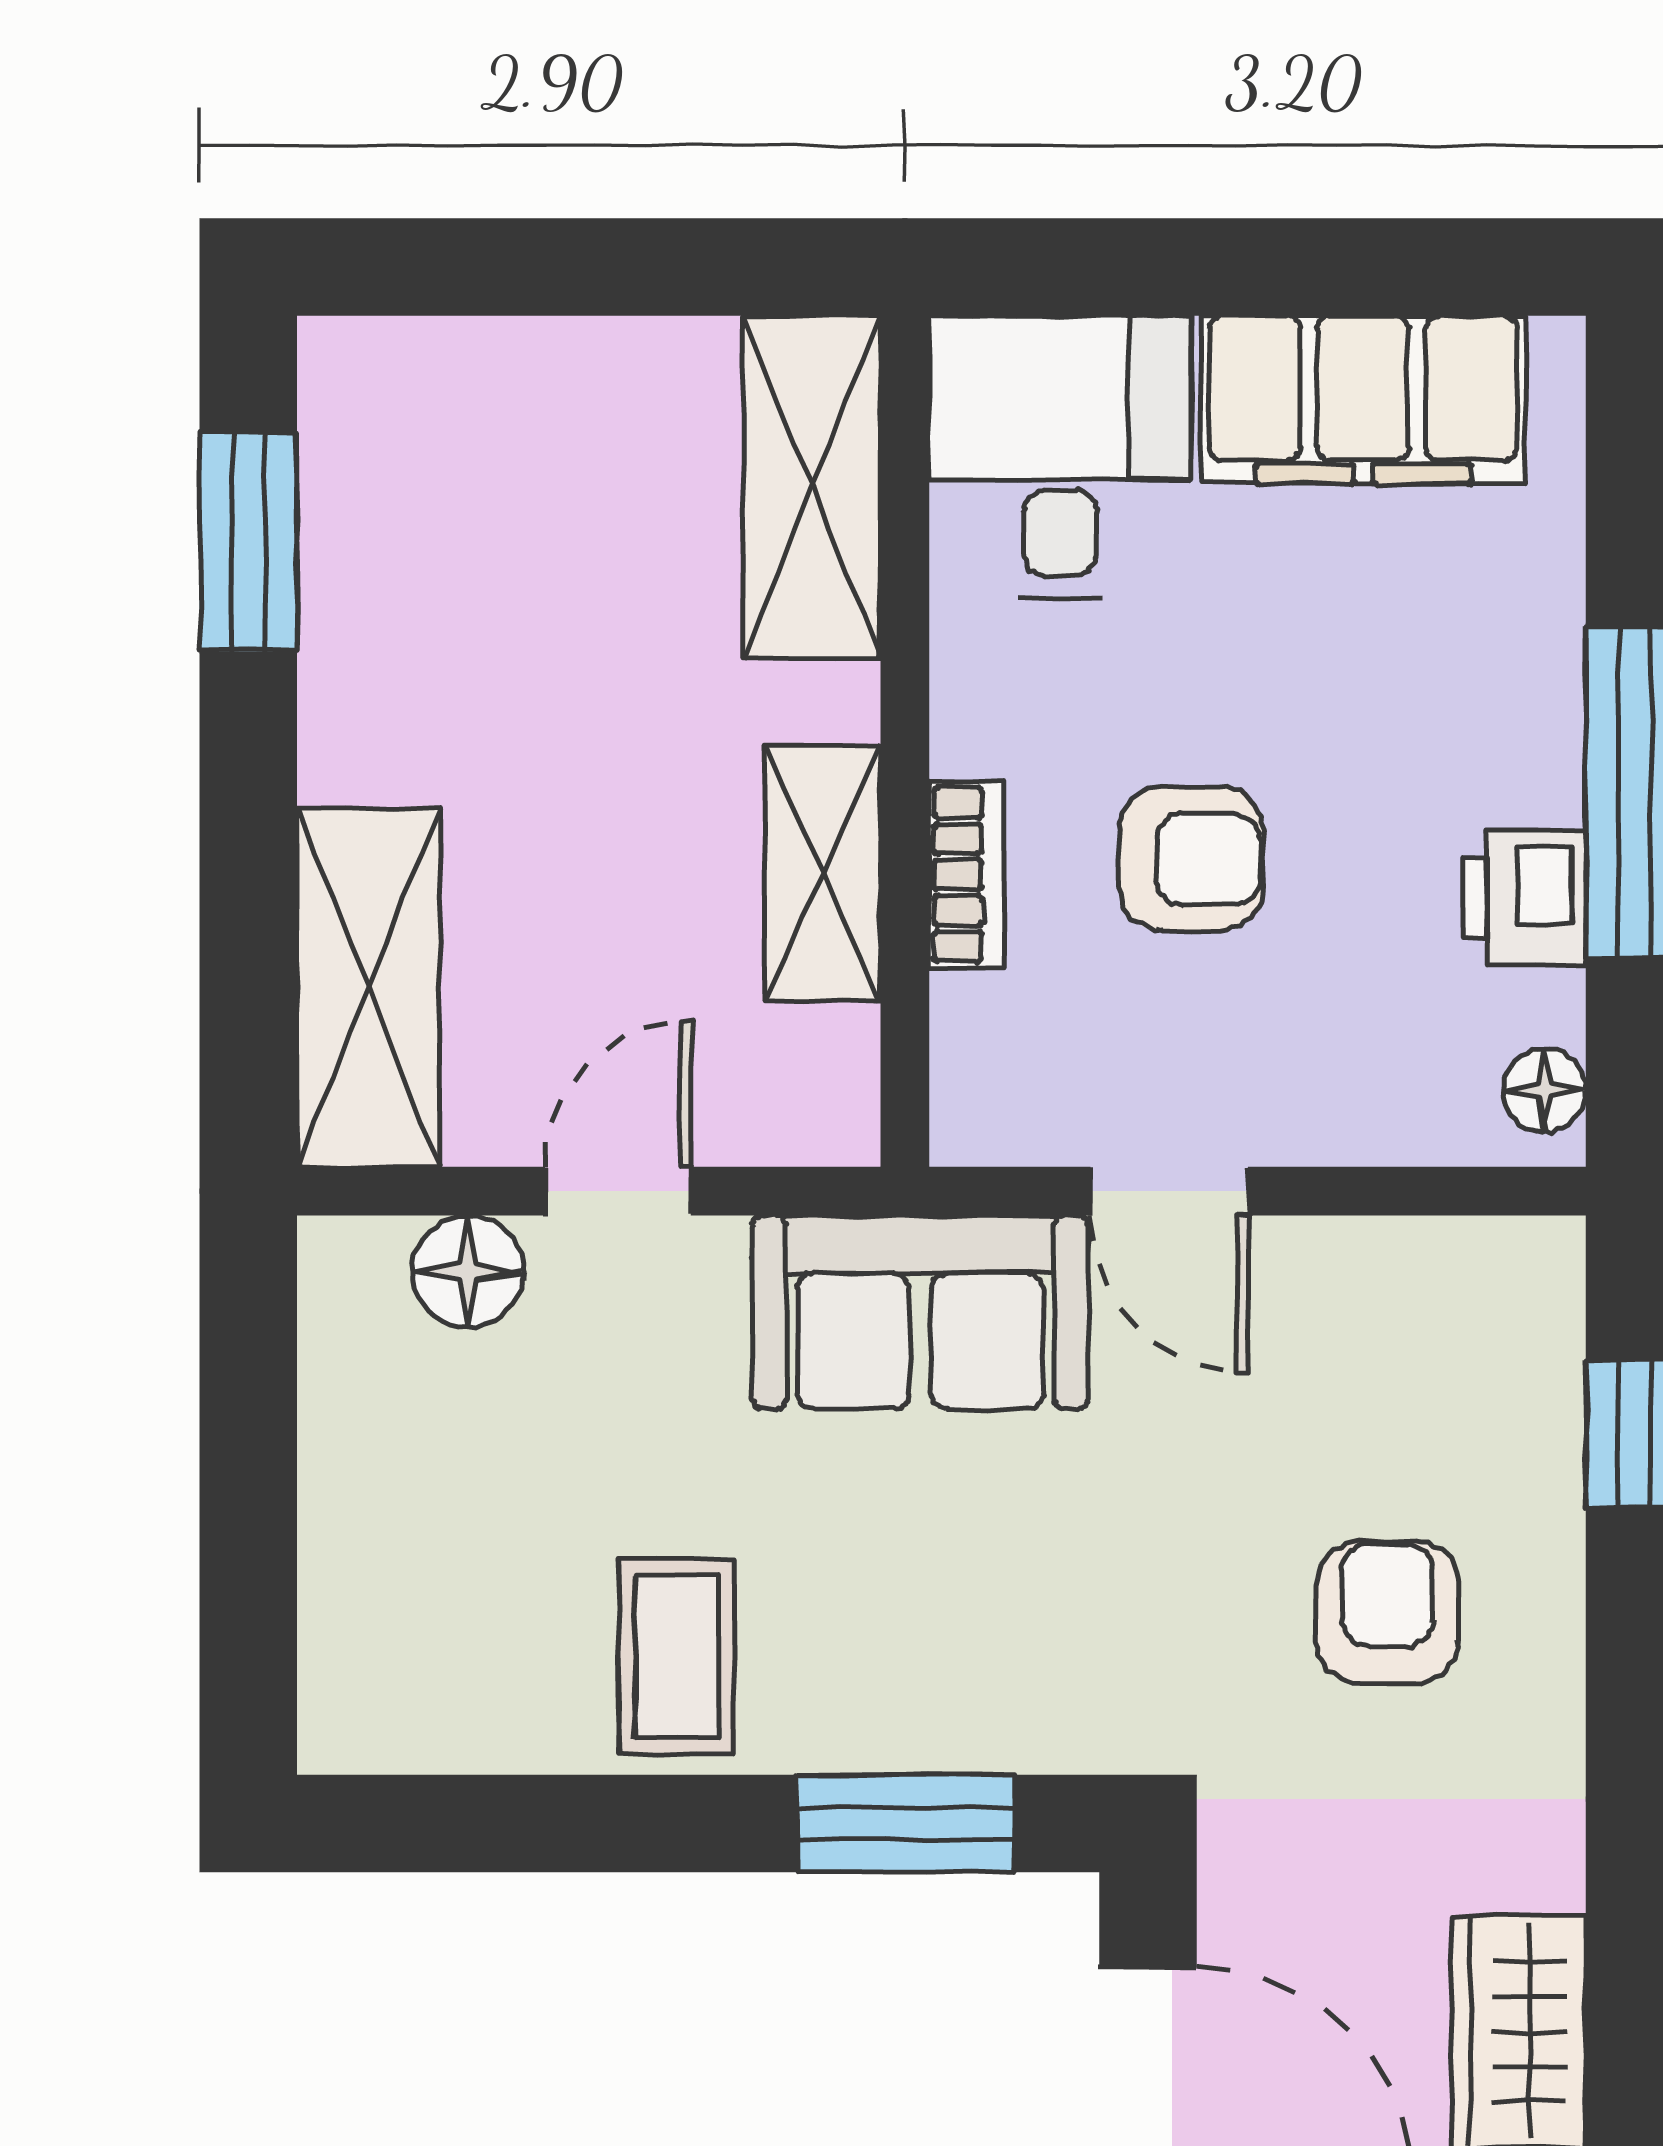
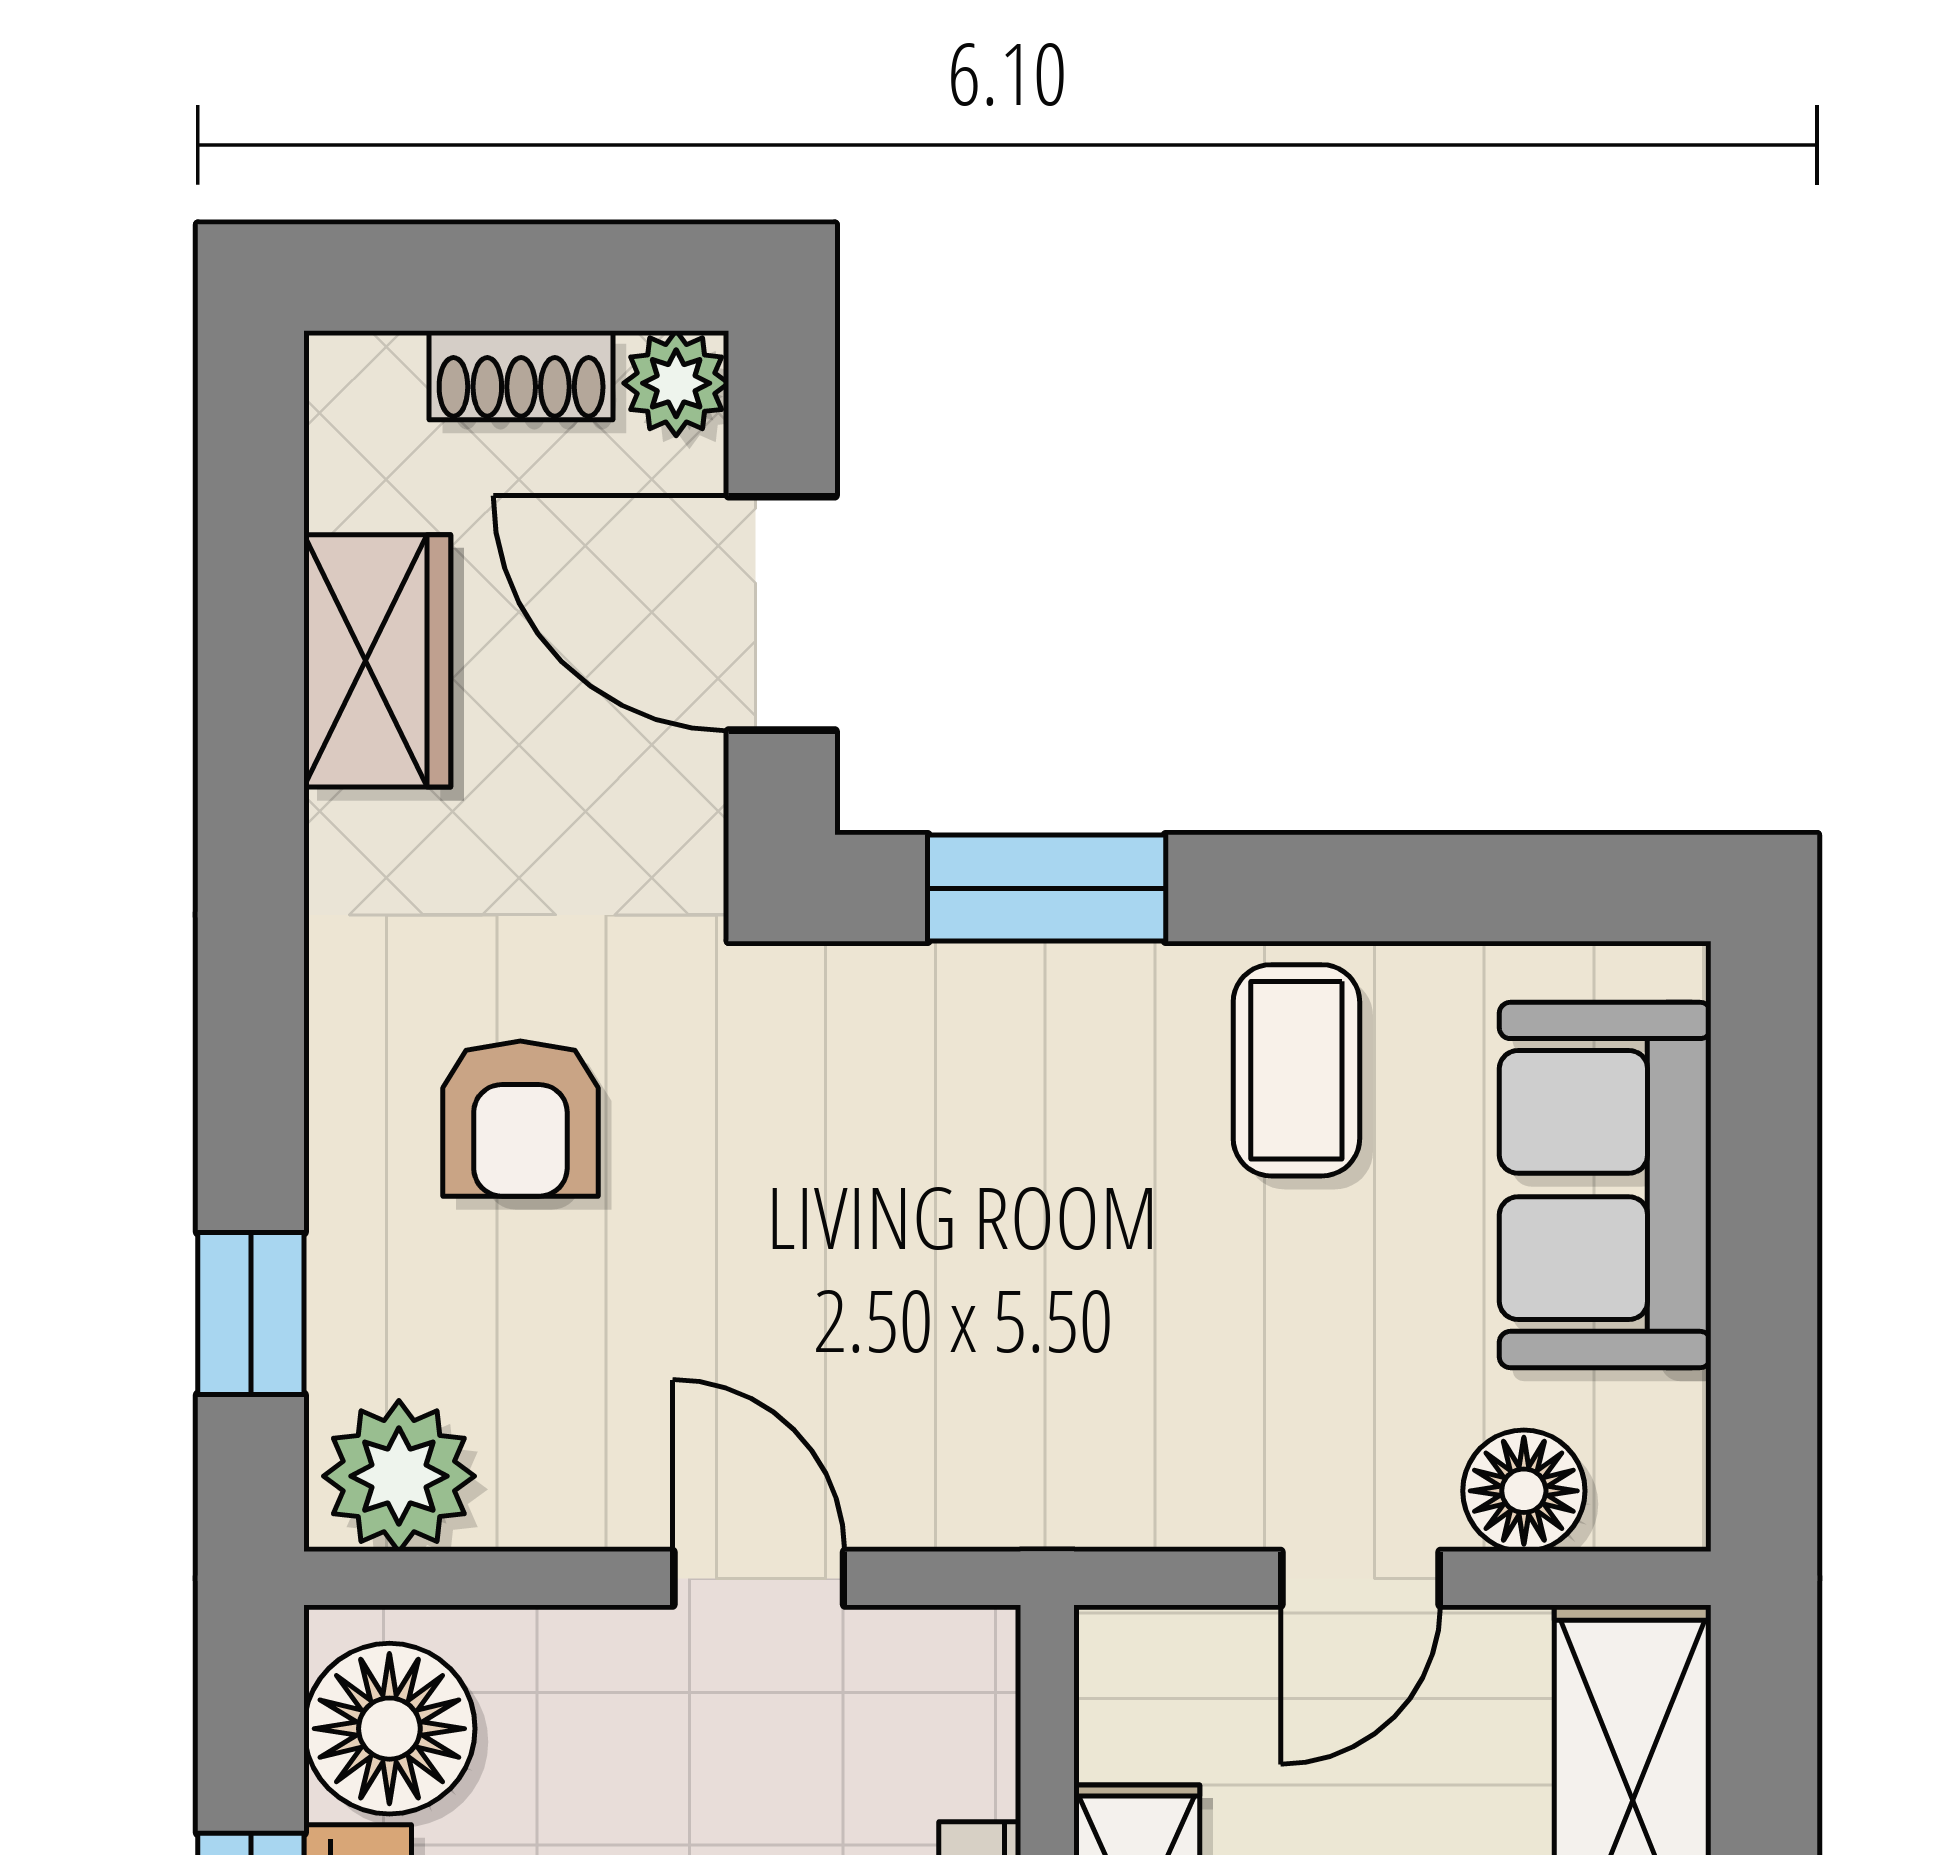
floor lamp: (1544, 1090) -> (389, 1729), width x1.89, depth x1.89
plant: (1499, 1285) -> (399, 1476), added
sofa: (920, 1312) -> (1605, 1185), moved, turned -90

